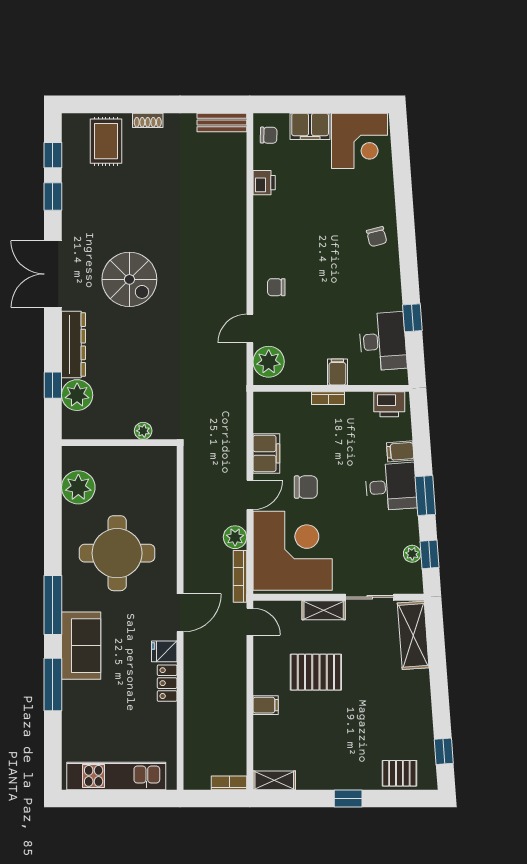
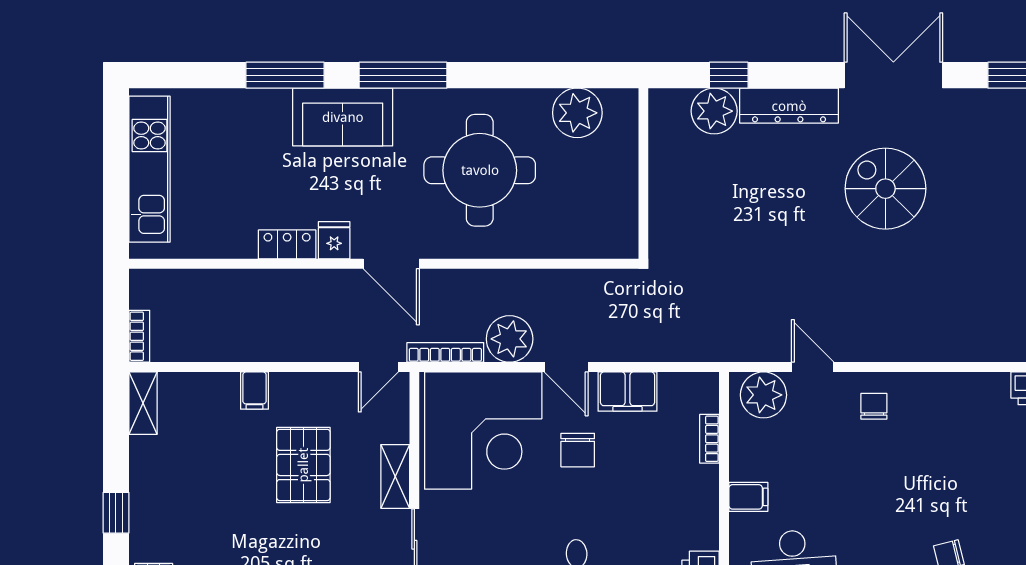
spiral stairs: (129, 279) -> (885, 189), turned 90
bookcase: (328, 398) -> (709, 439), moved
plant: (143, 431) -> (661, 209), removed
plant: (235, 537) -> (510, 339), width x1.36, depth x1.36

